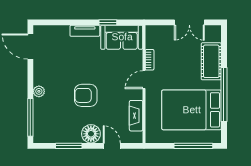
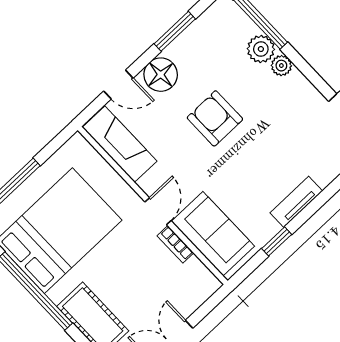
sofa: (122, 37) -> (213, 234), moved, turned 90
armchair: (86, 95) -> (215, 118), turned -90
plant: (41, 106) -> (261, 49), added
fireplace: (136, 116) -> (120, 144), width x1.37, depth x1.32

